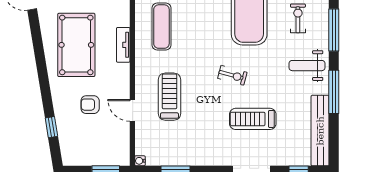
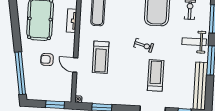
treadmill: (169, 97) -> (101, 57), turned 180
treadmill: (253, 119) -> (156, 75), turned 90
window: (51, 127) -> (20, 73), width x3.17

